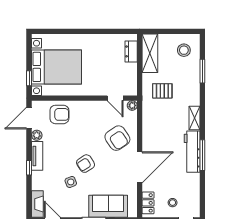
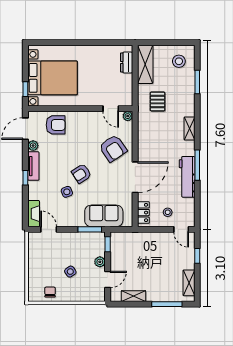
pallet: (162, 91) -> (158, 101), turned 90
workbench: (192, 152) -> (187, 177), moved

